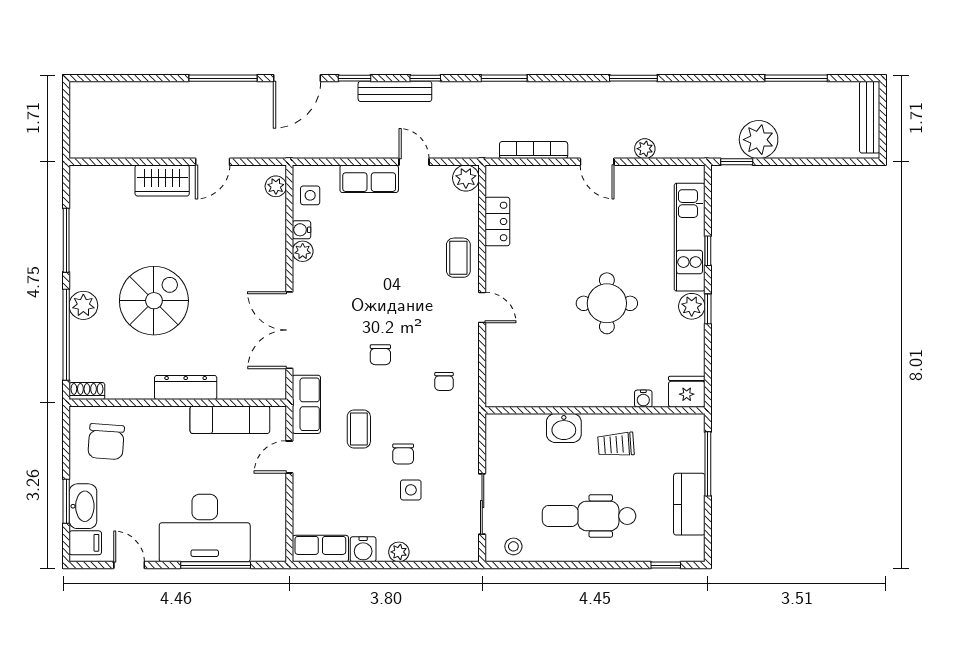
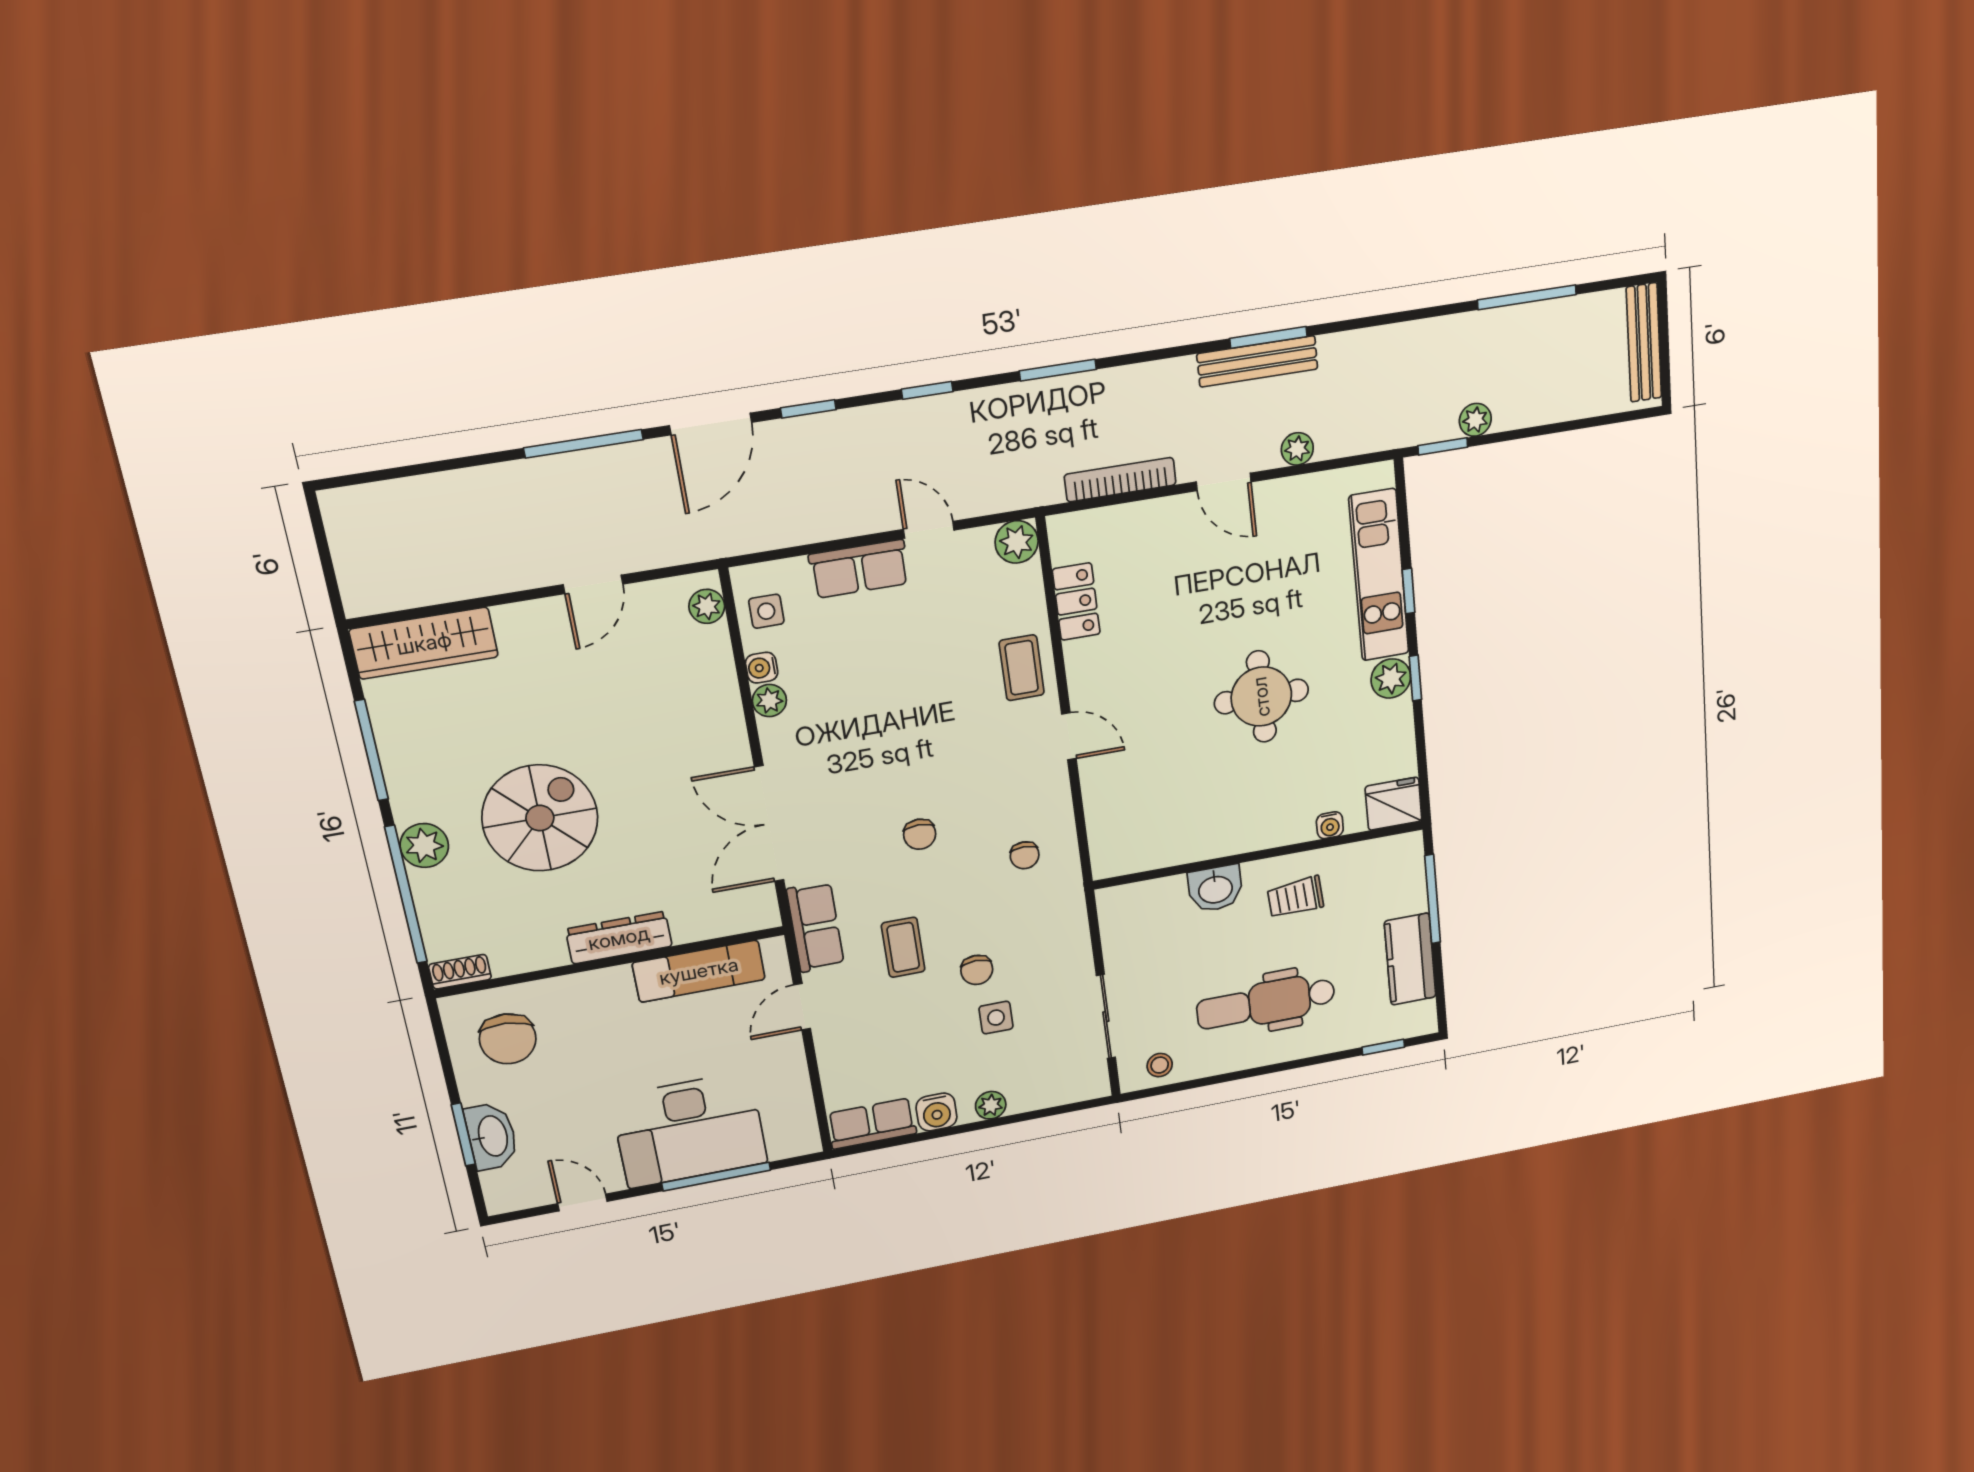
bench: (395, 91) -> (1257, 361), moved
plant: (759, 140) -> (1475, 420), width x0.53, depth x0.53
wardrobe: (162, 180) -> (424, 643), moved, width x1.50
filing cabinet: (85, 543) -> (507, 1186), removed

